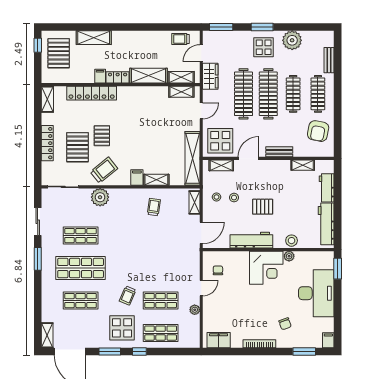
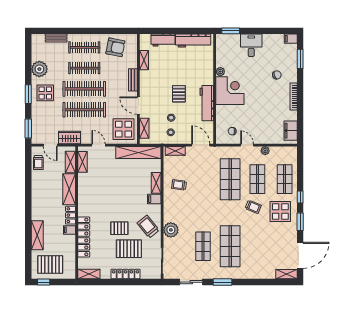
stool: (292, 241) -> (207, 69), removed
desk: (316, 293) -> (251, 45), width x0.53, depth x0.77
shop shelf: (81, 301) -> (230, 179), moved, width x1.43, depth x1.36

